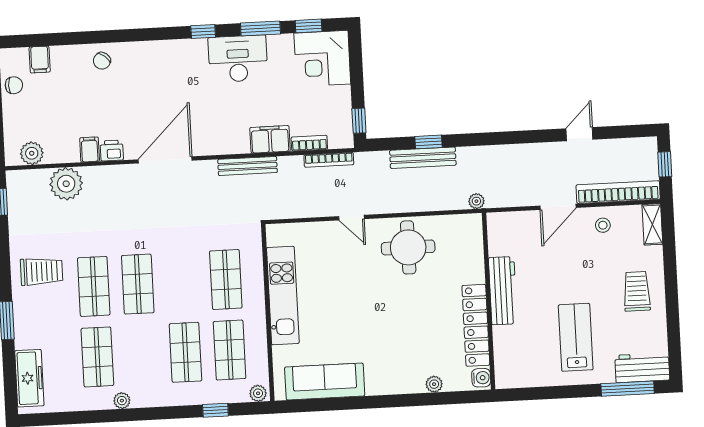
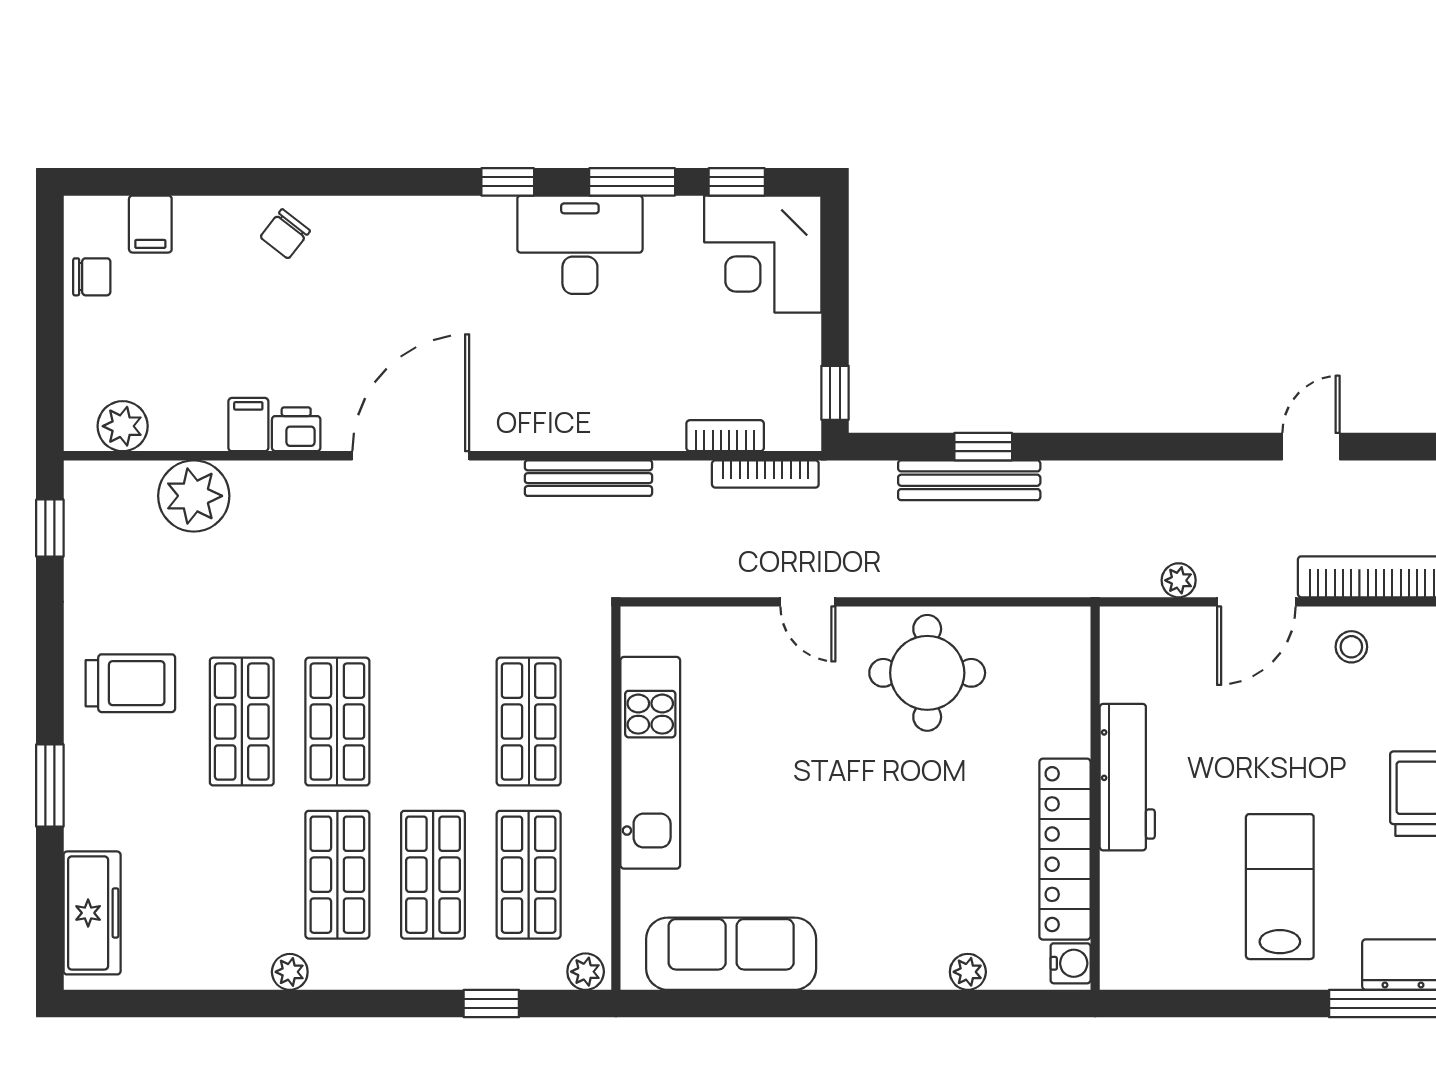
filing cabinet: (270, 139) -> (640, 423), removed
plant: (476, 201) -> (1179, 580), moved
shop shelf: (97, 357) -> (337, 875), moved

